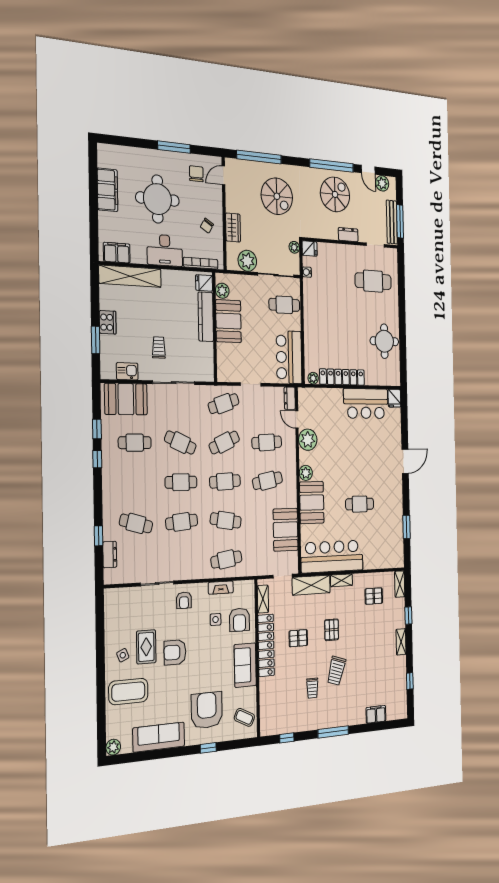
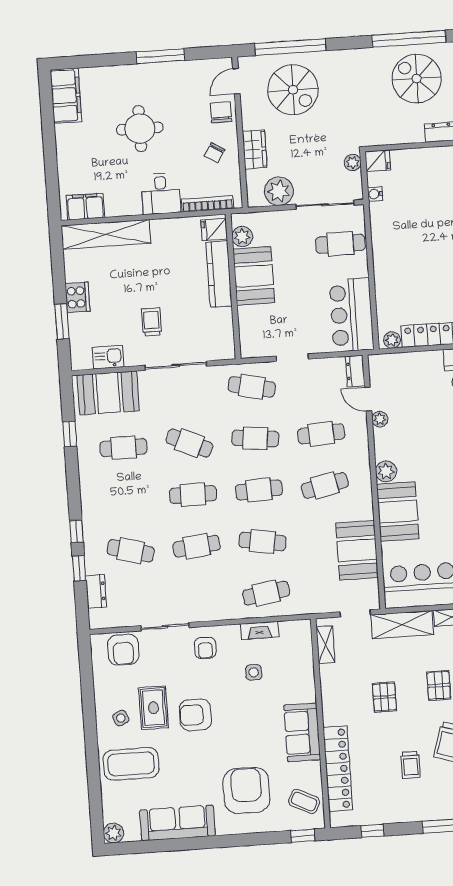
chair: (196, 174) -> (221, 112), moved
filing cabinet: (108, 190) -> (66, 96), moved
spiral stairs: (335, 194) -> (417, 79), turned -90
spiral stairs: (277, 196) -> (293, 90), moved
round table: (157, 199) -> (140, 129), width x0.73, depth x0.73
desk: (165, 250) -> (161, 194), width x0.73
cafe table: (224, 404) -> (252, 387), turned 30
plant: (308, 440) -> (380, 419), width x0.53, depth x0.53
cafe table: (224, 442) -> (255, 438), turned 30
window: (97, 459) -> (77, 531), moved
armchair: (239, 620) -> (123, 650), moved
pallet: (298, 638) -> (384, 697), turned 90
locker: (266, 645) -> (338, 769), moved
window: (208, 748) -> (303, 836), moved

